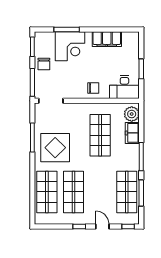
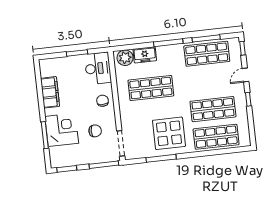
chair: (44, 64) -> (95, 131), moved

